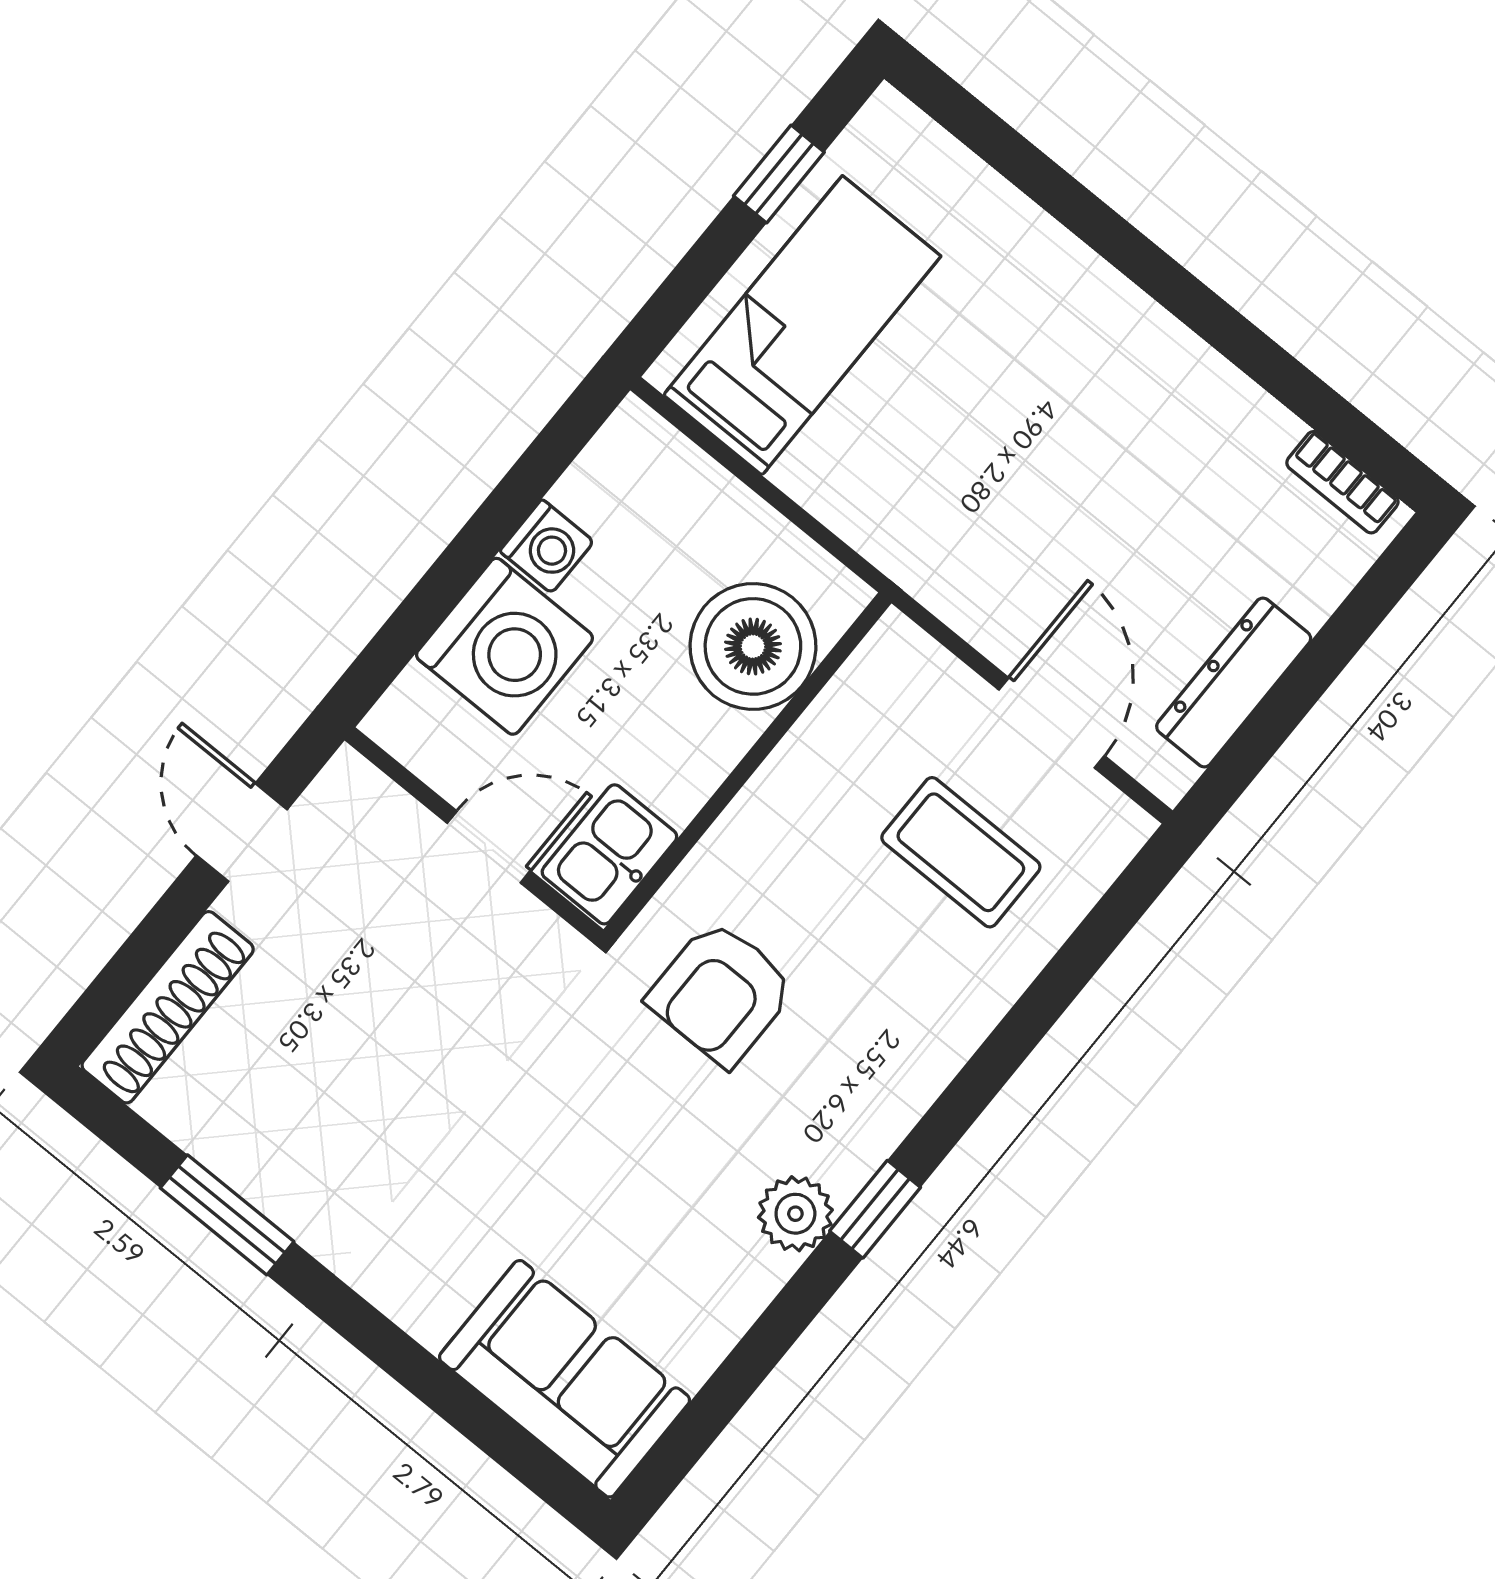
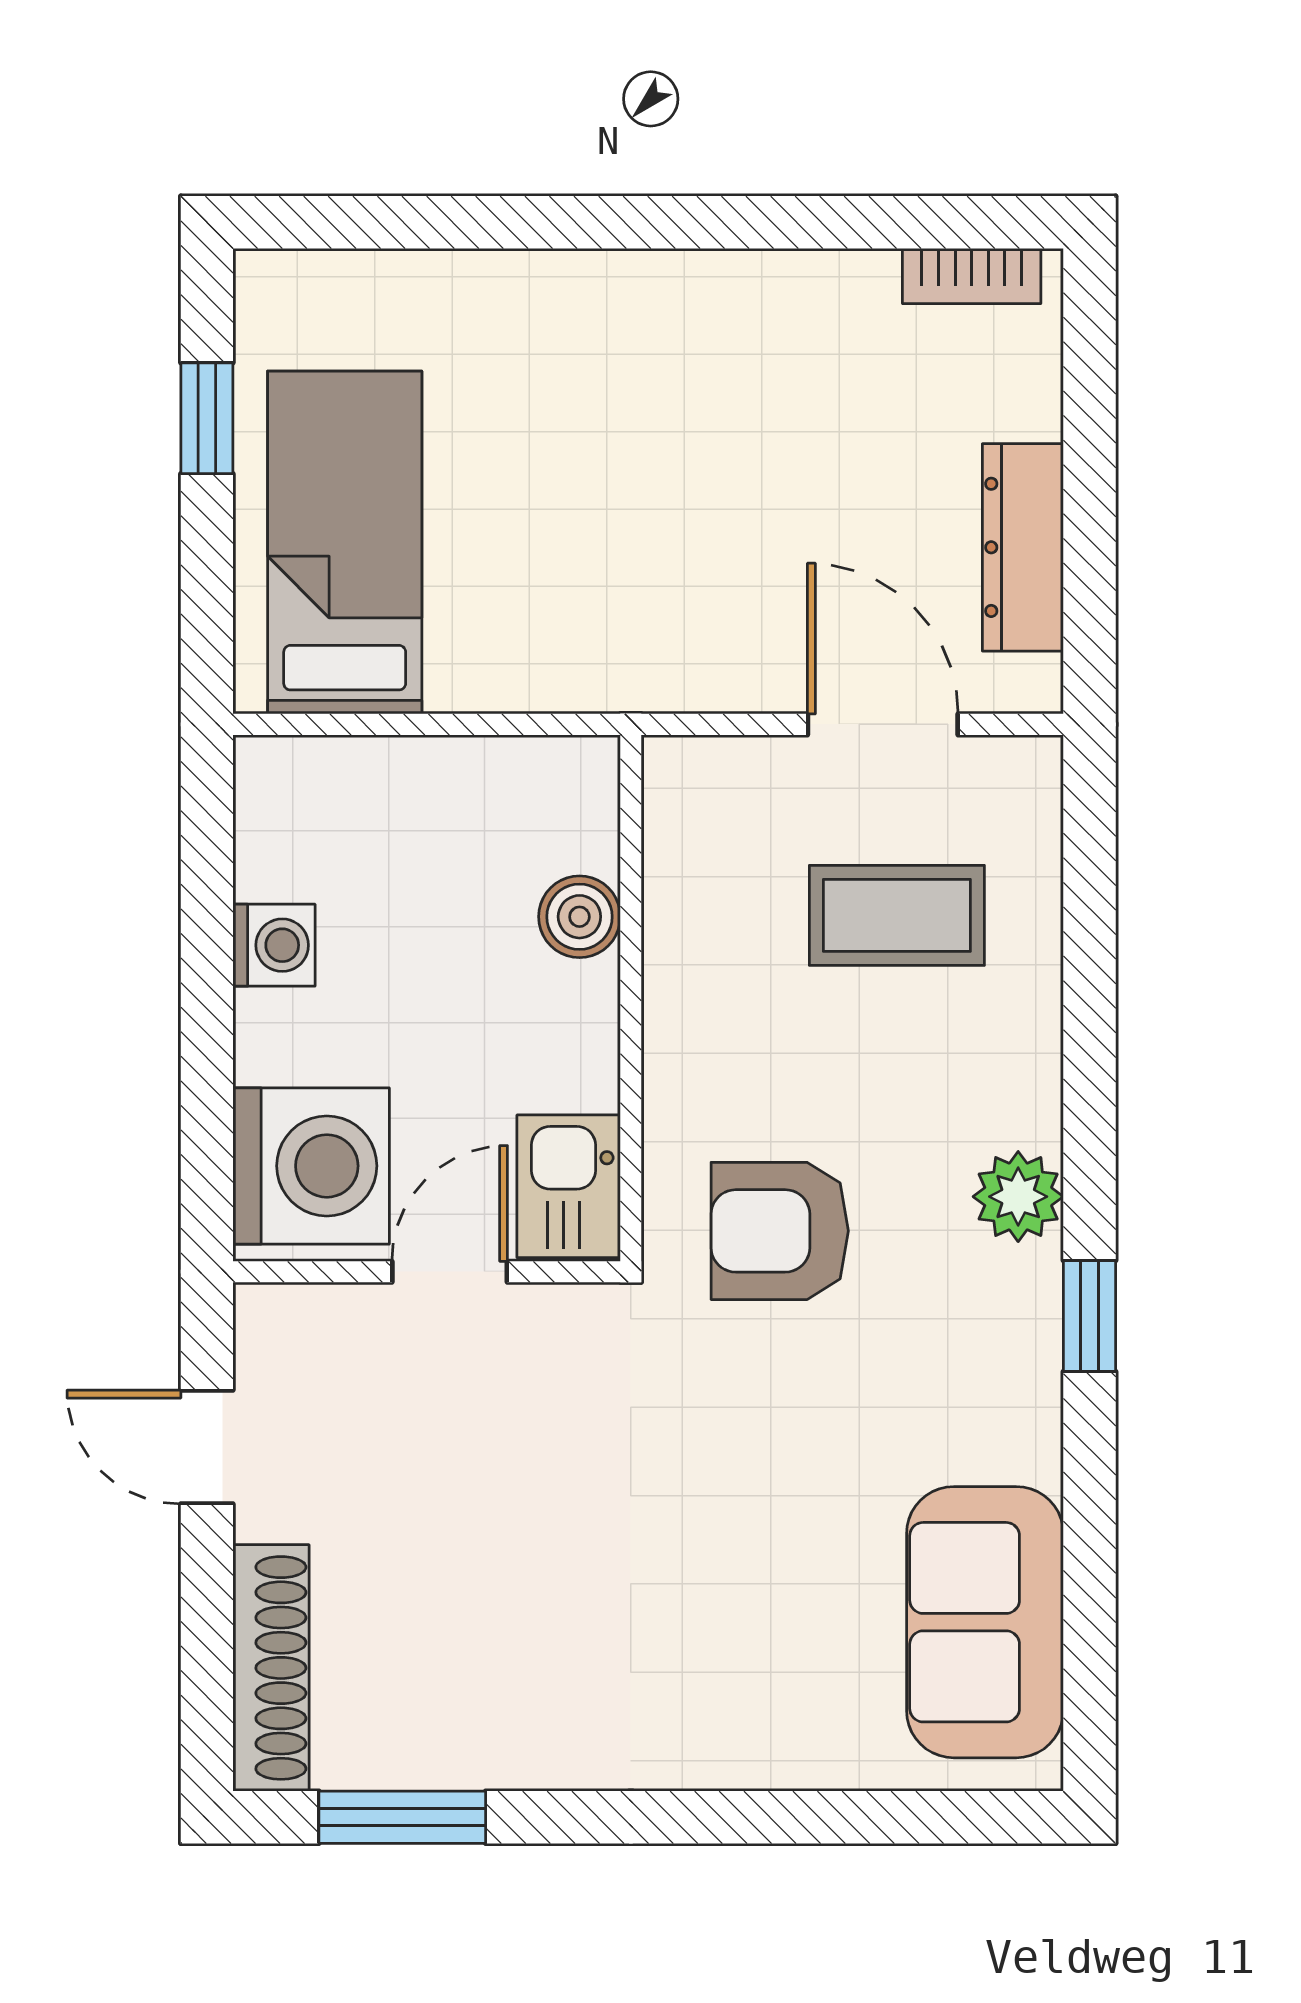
washing machine: (505, 646) -> (311, 1166), moved
boiler: (753, 646) -> (579, 917), width x0.54, depth x0.54
armchair: (721, 993) -> (780, 1231), turned 90
plant: (795, 1214) -> (1018, 1197), moved
window: (227, 1215) -> (402, 1817), moved
sofa: (565, 1379) -> (985, 1622), moved, turned -90

